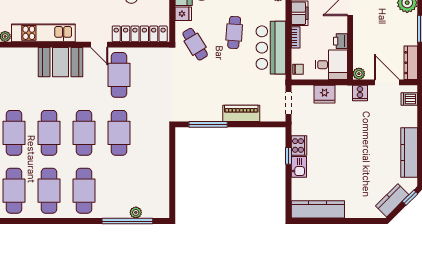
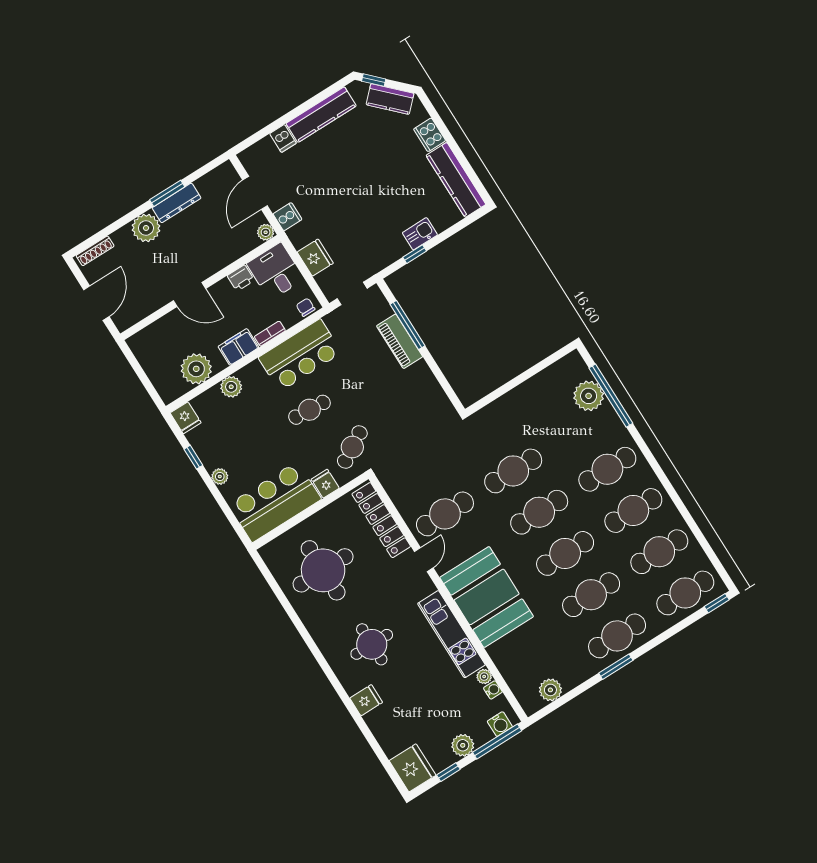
booth: (61, 62) -> (487, 597), width x1.36, depth x1.42
dresser: (411, 63) -> (177, 203), moved
dishwasher: (409, 99) -> (283, 138), moved
window: (208, 124) -> (407, 325), moved
cooker: (299, 145) -> (430, 135), moved, turned -90
plant: (136, 212) -> (589, 396), width x1.88, depth x1.88

